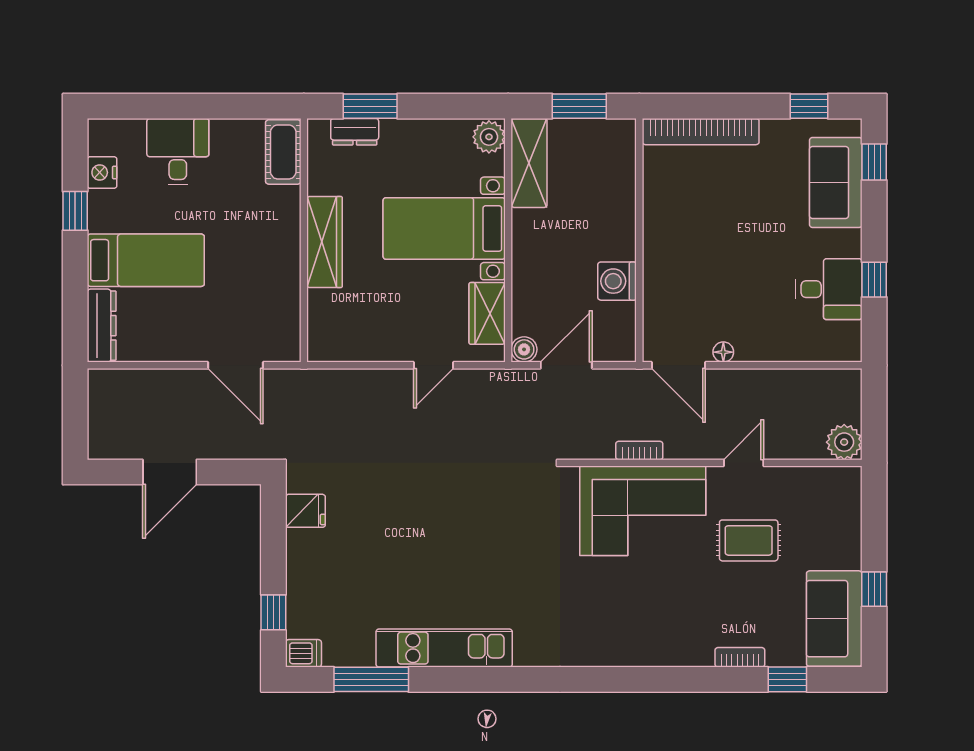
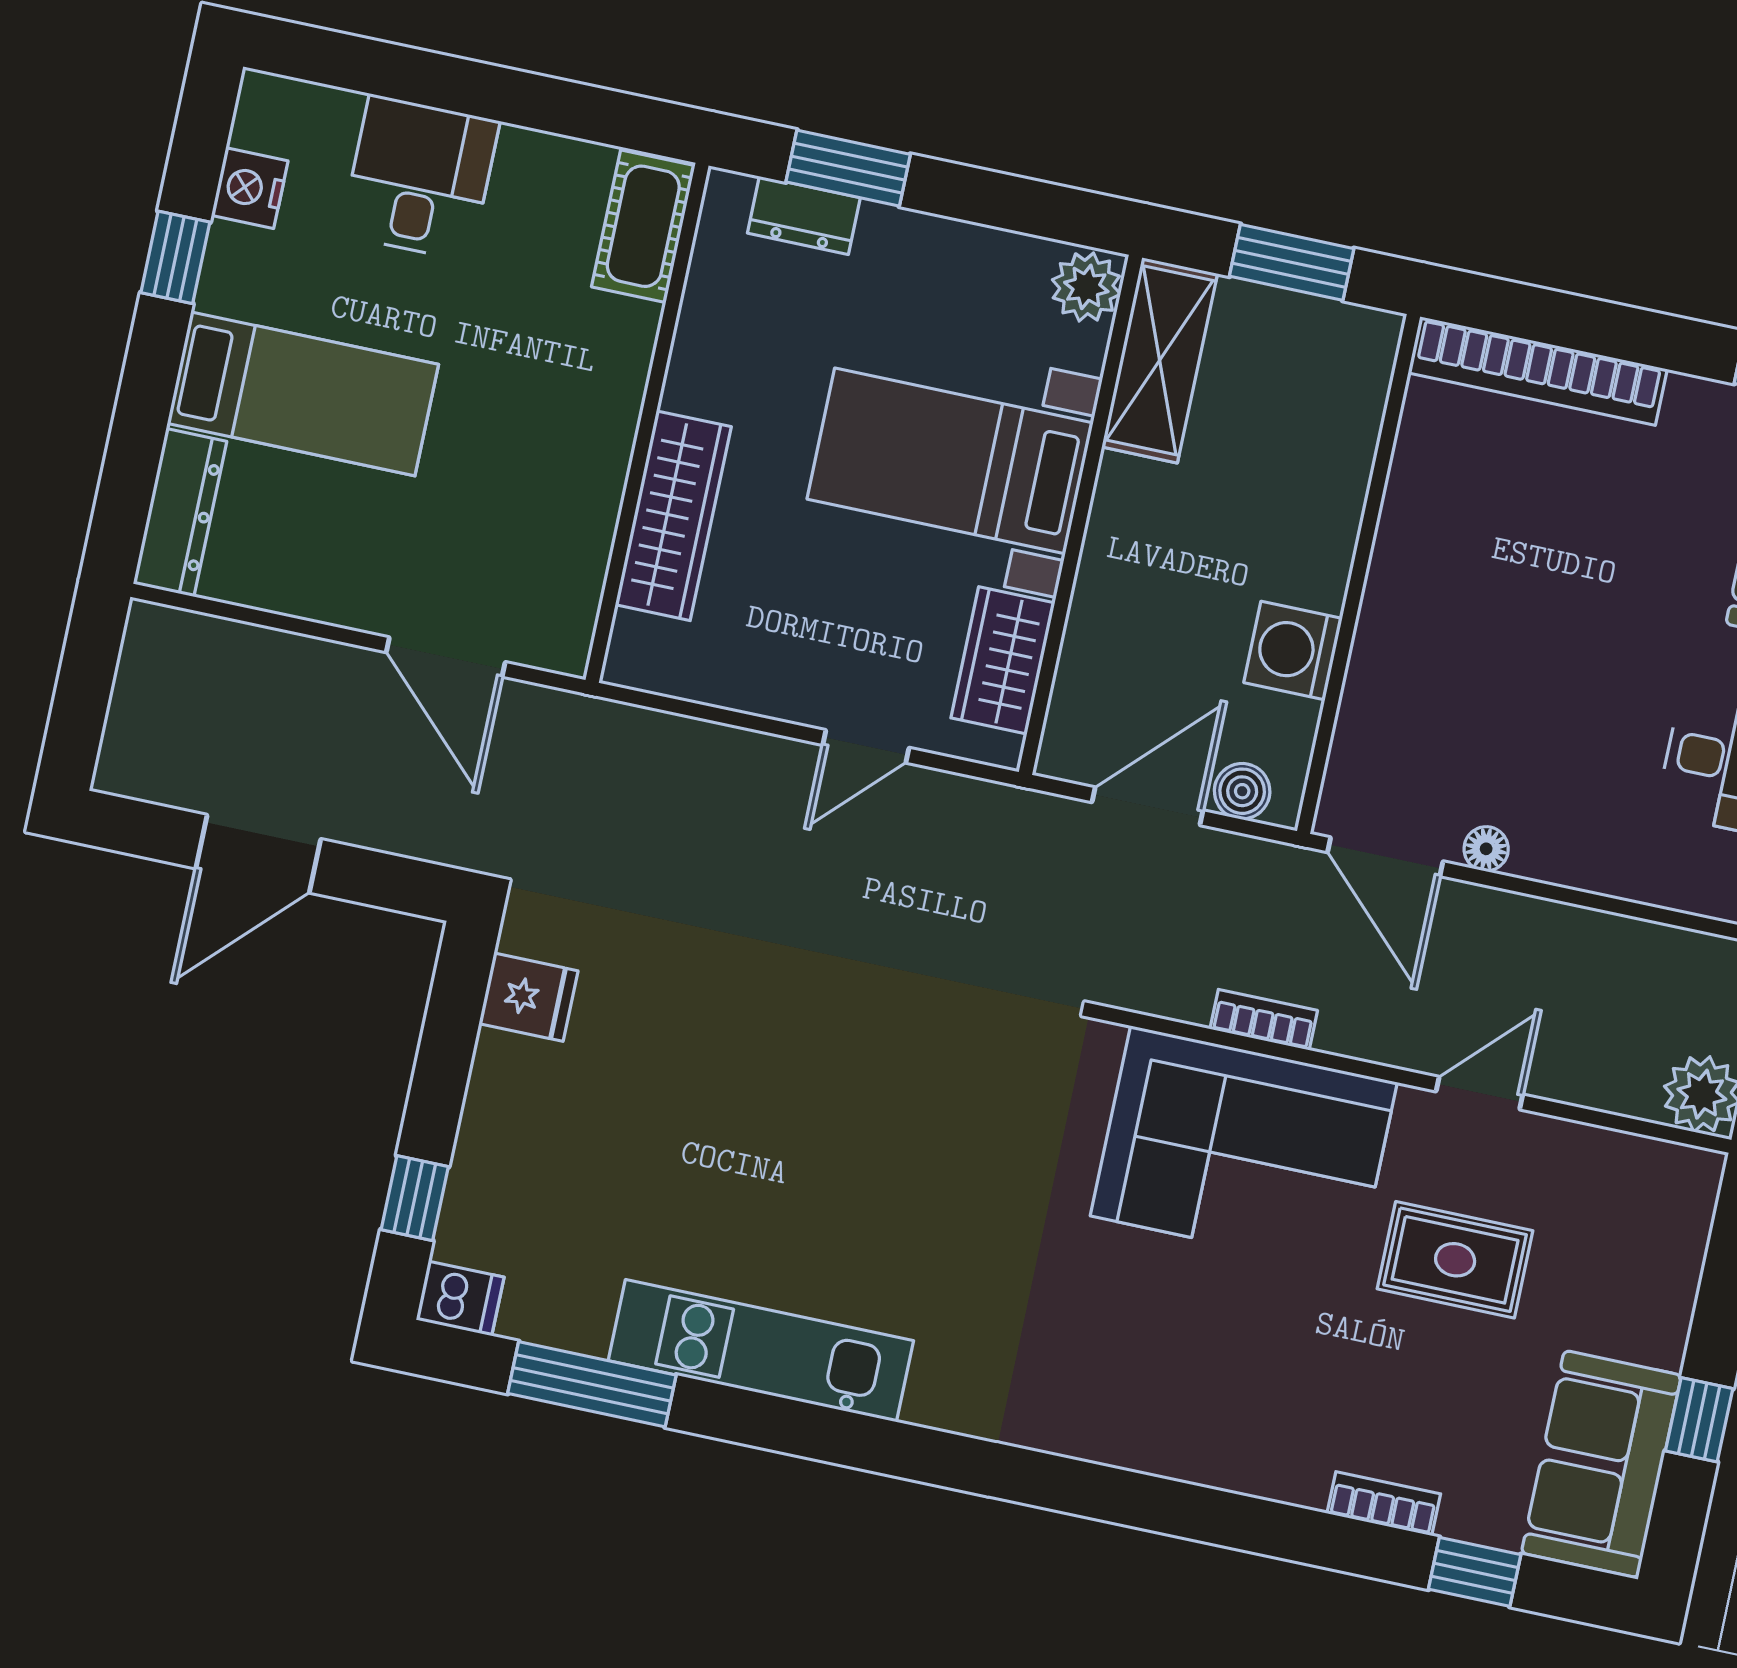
wardrobe: (325, 242) -> (673, 516), moved
boiler: (524, 349) -> (1242, 791), moved

